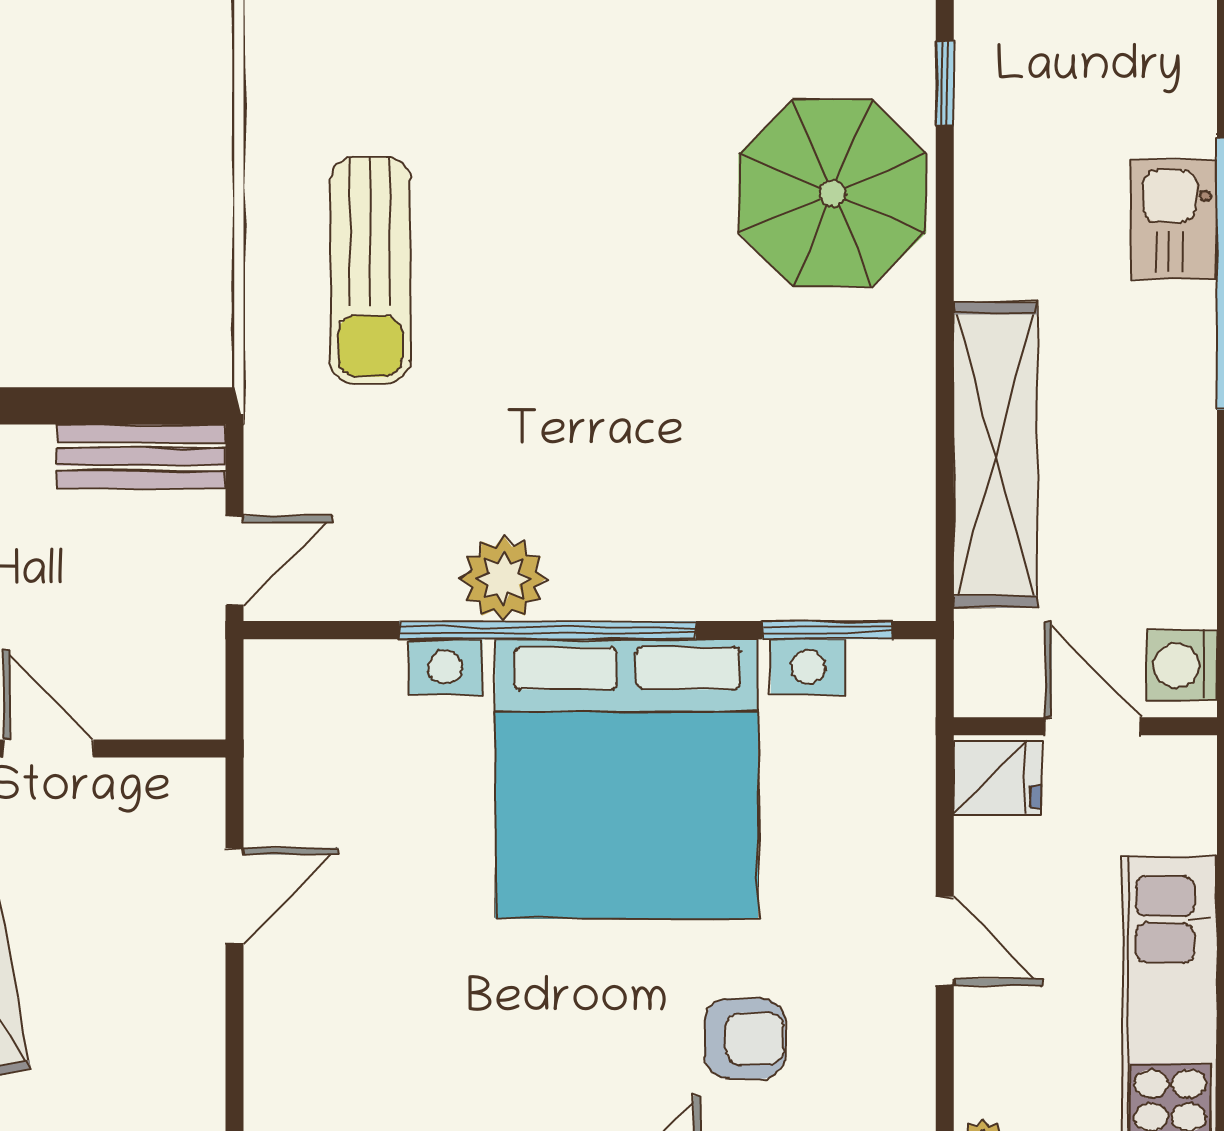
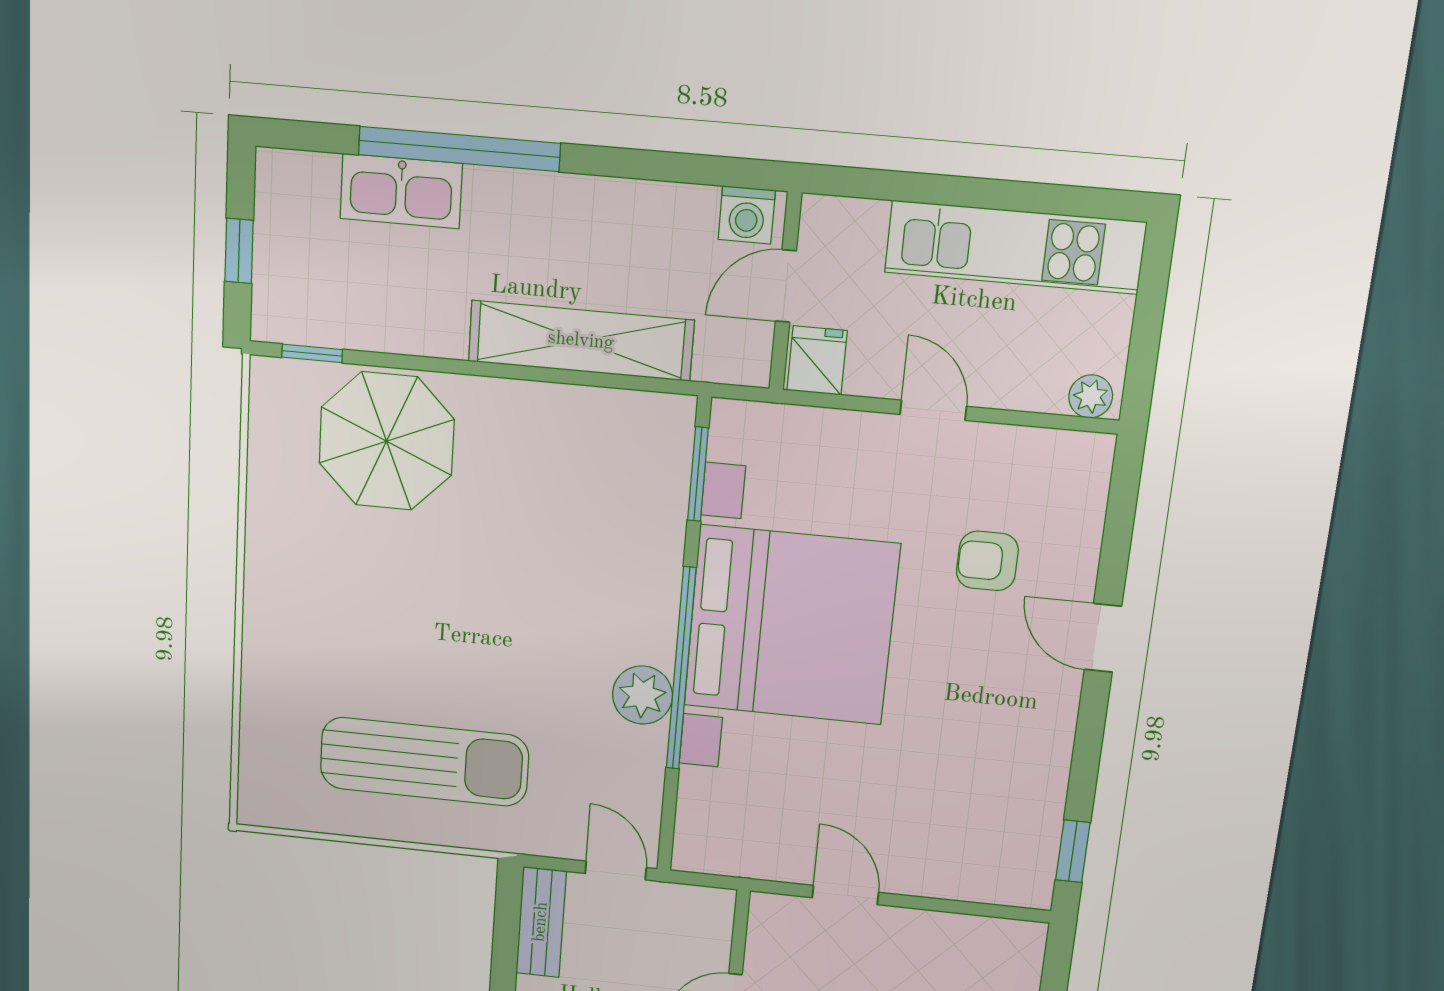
kitchen sink: (1174, 220) -> (401, 191), width x1.38
sun lounger: (370, 270) -> (424, 762), width x1.36, depth x1.34
door: (945, 941) -> (933, 410), hinge flipped
armchair: (745, 1039) -> (987, 561), turned -90

